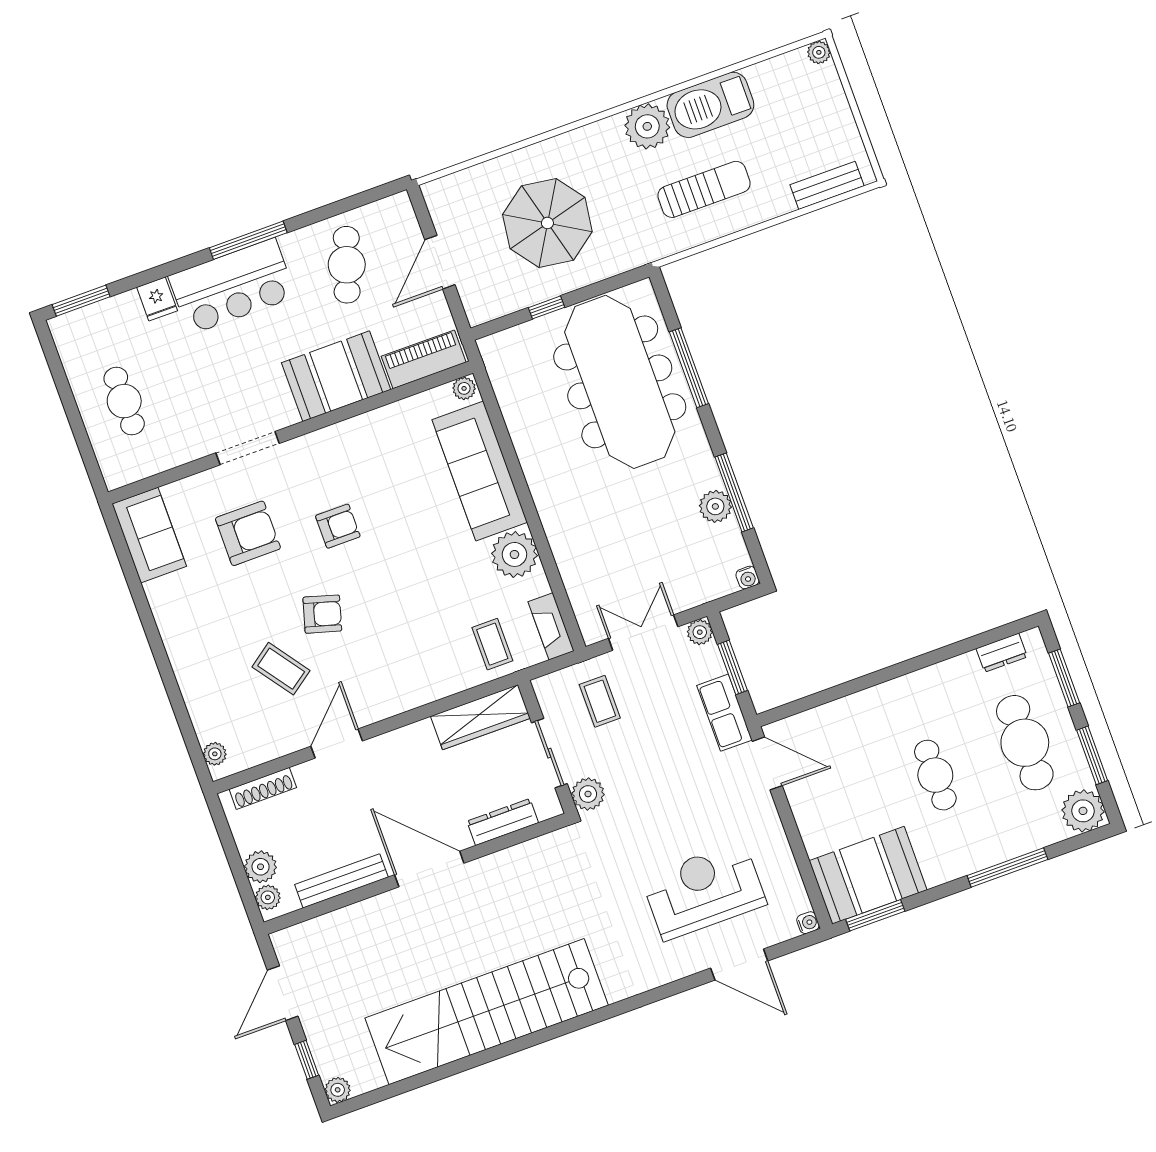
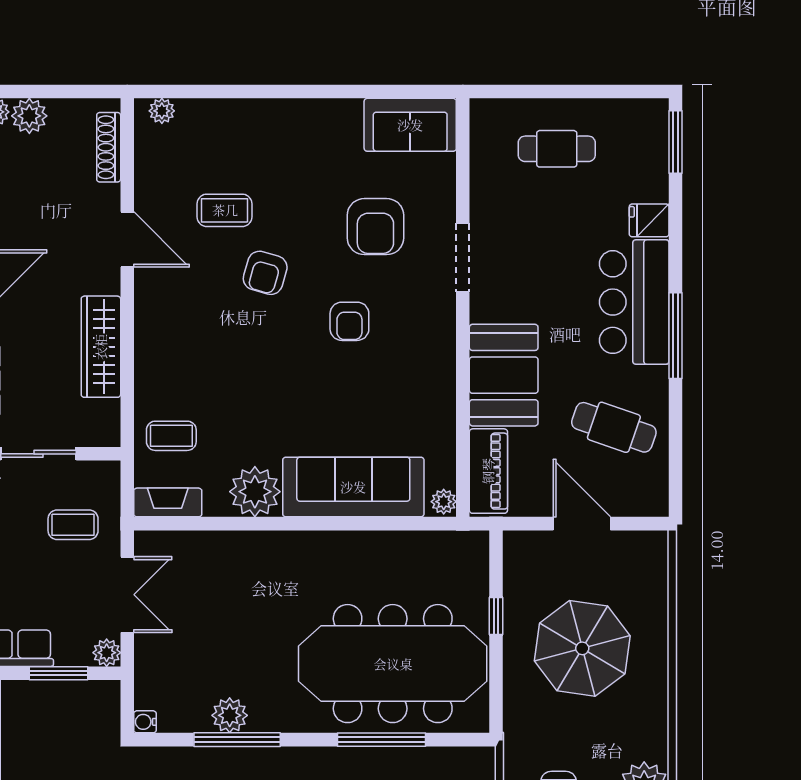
coffee table: (281, 669) -> (225, 210), turned 36
wardrobe: (480, 717) -> (101, 347), moved

